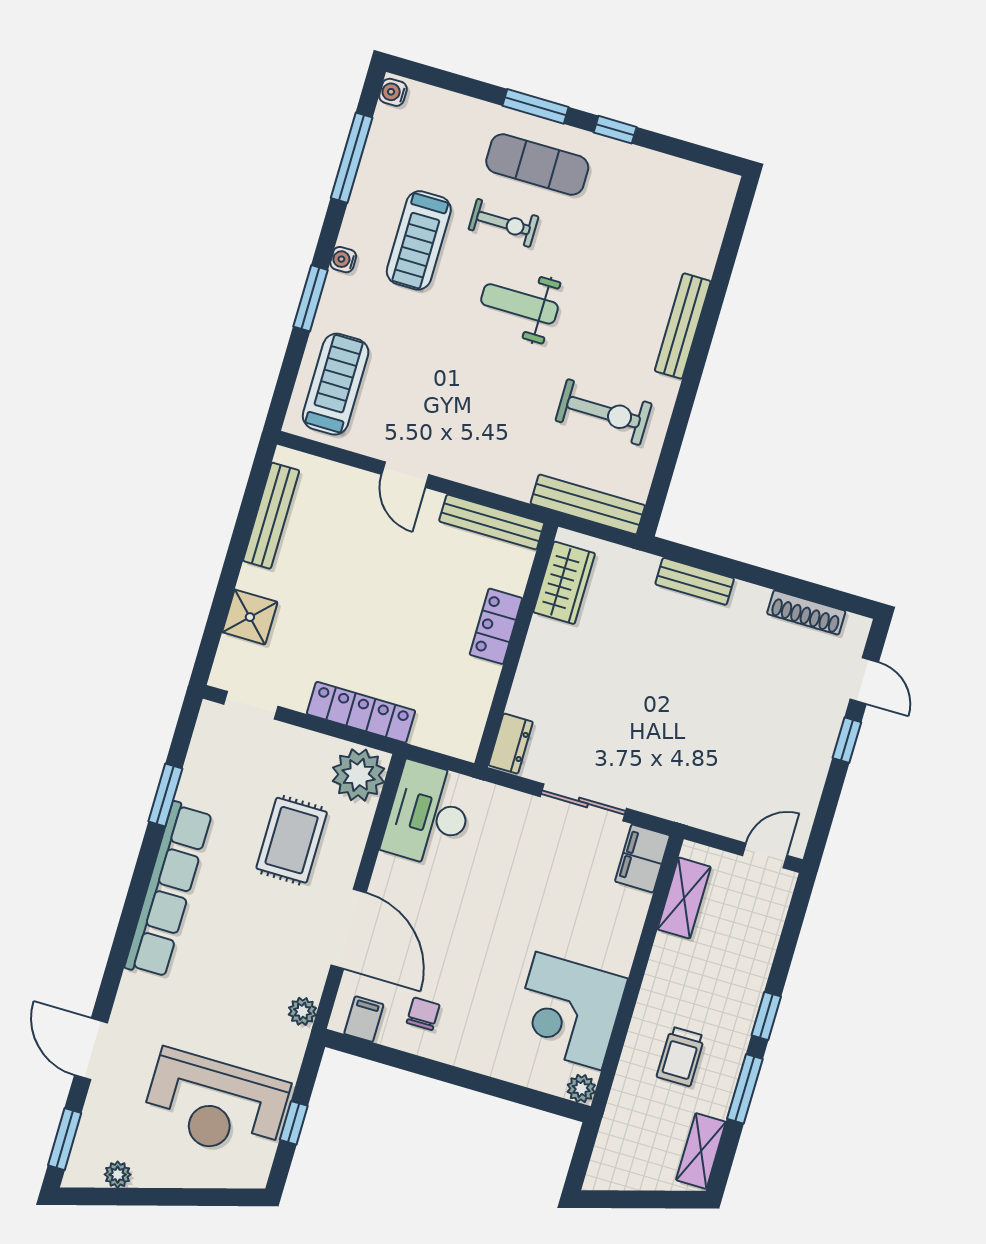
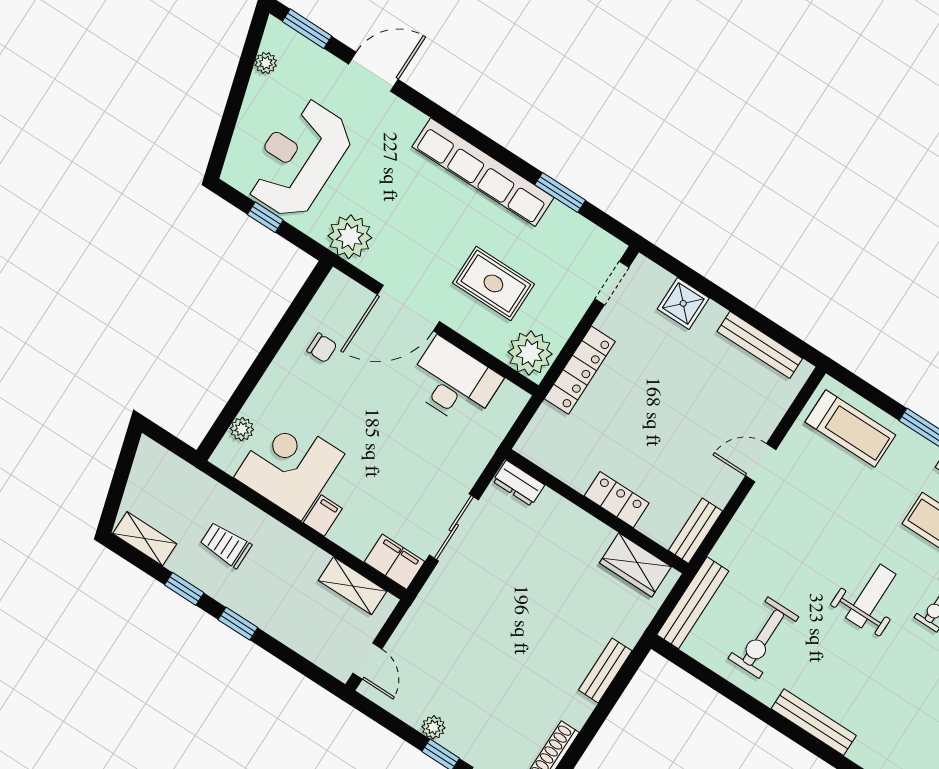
bench: (492, 522) -> (695, 531), width x0.73
plant: (818, 758) -> (433, 727), added
desk: (429, 814) -> (454, 382), moved
plant: (302, 1011) -> (350, 237), width x1.88, depth x1.88
filing cabinet: (364, 1019) -> (323, 516), moved, turned -90
plant: (581, 1089) -> (242, 429), moved
window: (745, 1089) -> (184, 589), width x0.67

